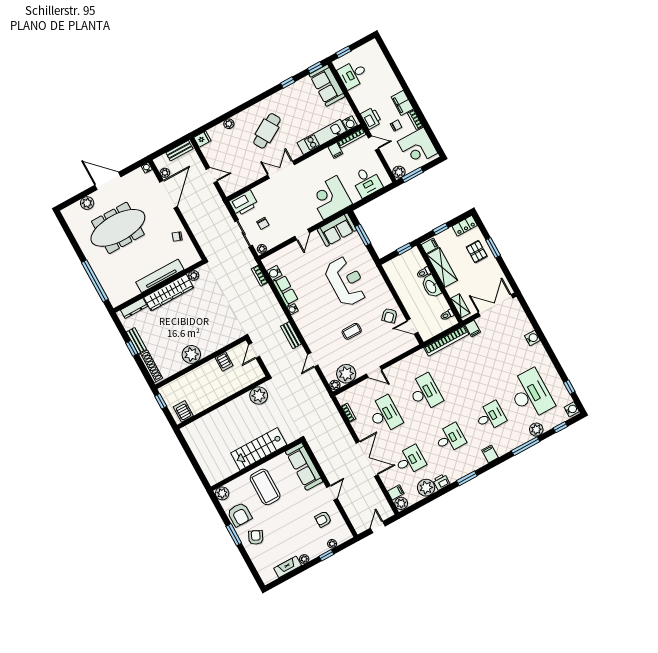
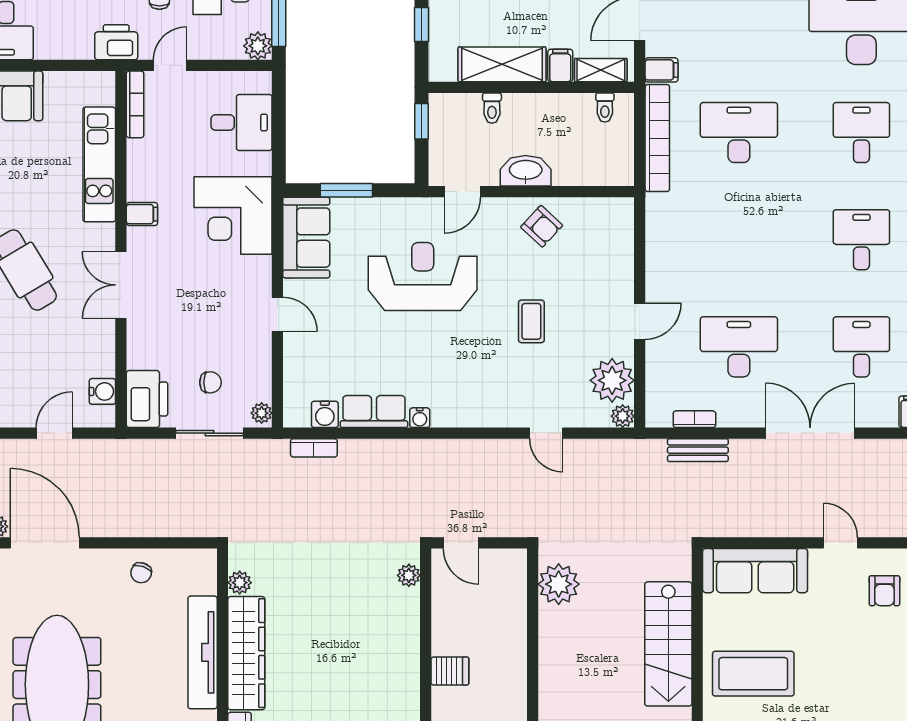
water cooler: (350, 123) -> (102, 391), moved
filing cabinet: (335, 150) -> (142, 214), moved
filing cabinet: (430, 246) -> (560, 65), moved
washbasin: (431, 286) -> (526, 171), moved, turned 180
door: (412, 326) -> (462, 192), moved
bench: (291, 335) -> (698, 450), moved
plant: (191, 354) -> (409, 575), moved, width x0.53, depth x0.53
server rack: (224, 361) -> (450, 671), moved
desk: (425, 392) -> (739, 133), moved

